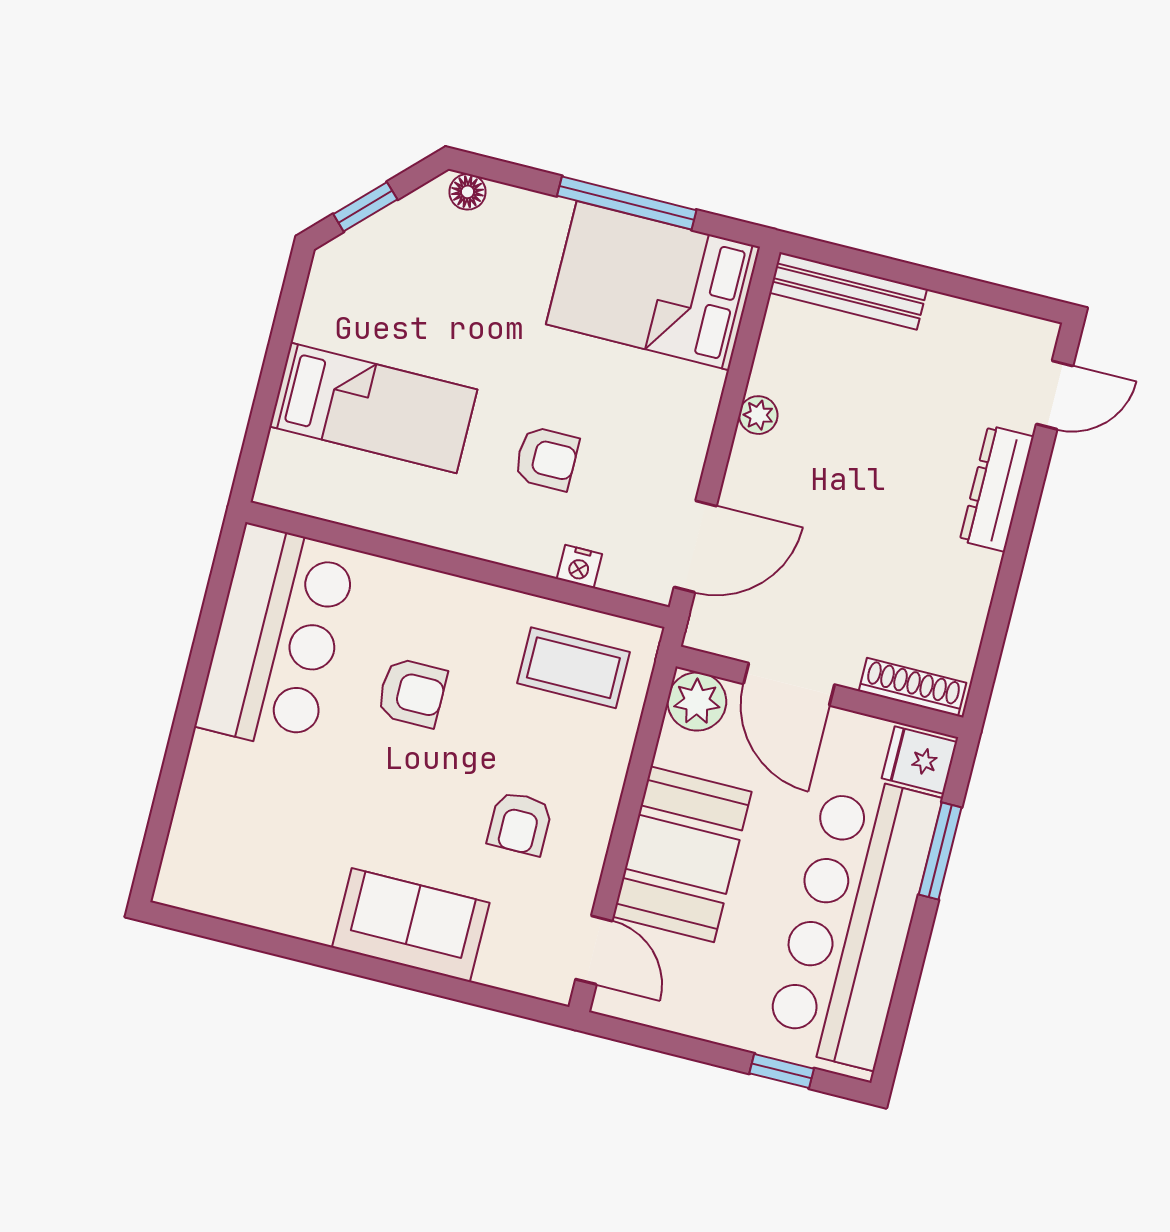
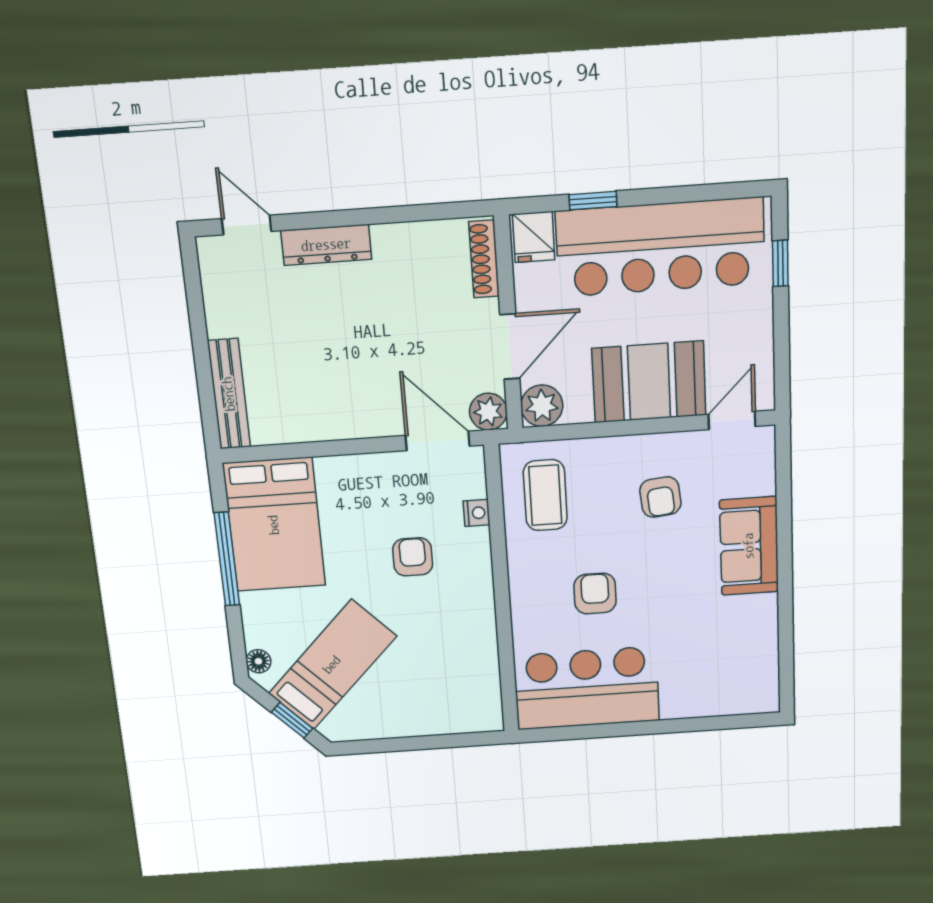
bed: (373, 408) -> (332, 665), moved, turned 45
plant: (758, 415) -> (488, 412), moved, width x1.38, depth x1.38
armchair: (520, 823) -> (660, 497), turned 84
window: (940, 851) -> (593, 201), width x0.67

